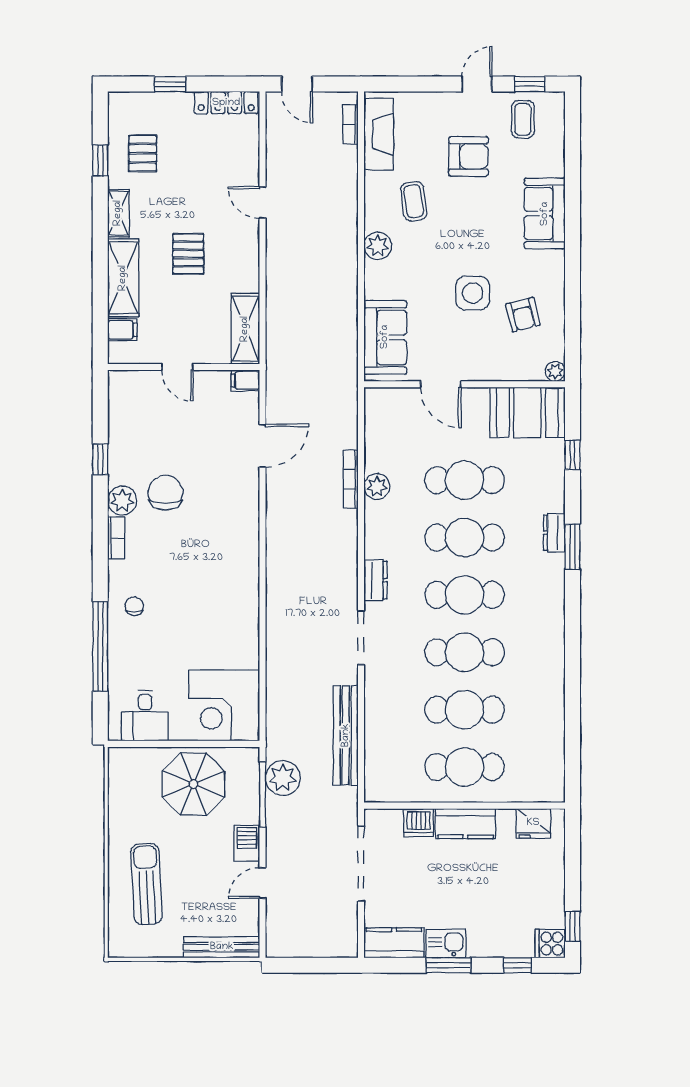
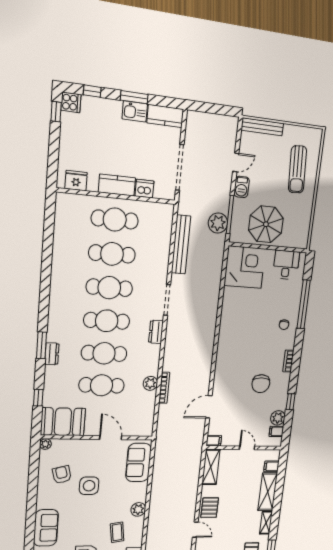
pallet: (188, 254) -> (210, 508), moved
filing cabinet: (122, 400) -> (276, 431), added
plant: (122, 501) -> (278, 418), moved

